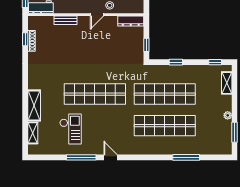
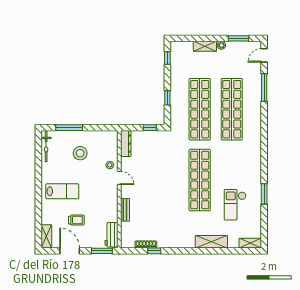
window: (25, 39) -> (154, 251), moved
shelving: (227, 83) -> (205, 46), moved
checkout: (71, 129) -> (235, 205), turned -90
shelving: (33, 133) -> (250, 243), moved
window: (81, 157) -> (264, 194), width x0.69
door: (110, 157) -> (264, 55), moved

